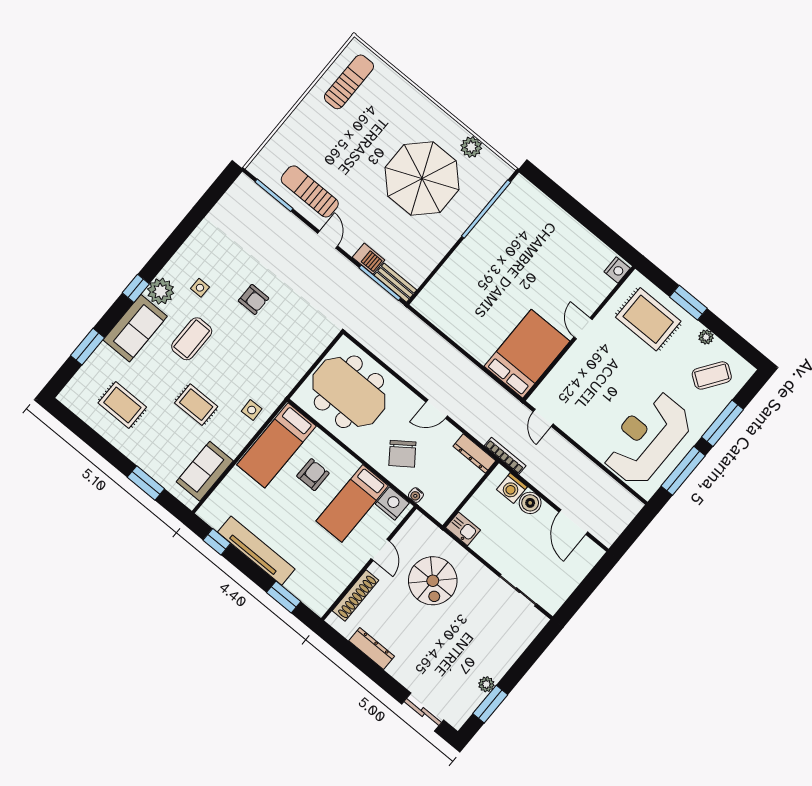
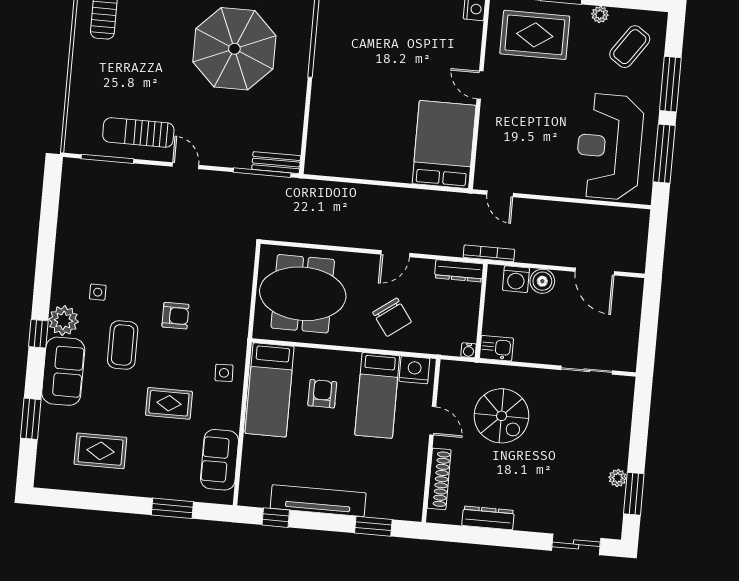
barbecue: (369, 259) -> (236, 157), removed
armchair: (253, 299) -> (175, 316), moved
water cooler: (416, 495) -> (469, 350), moved

